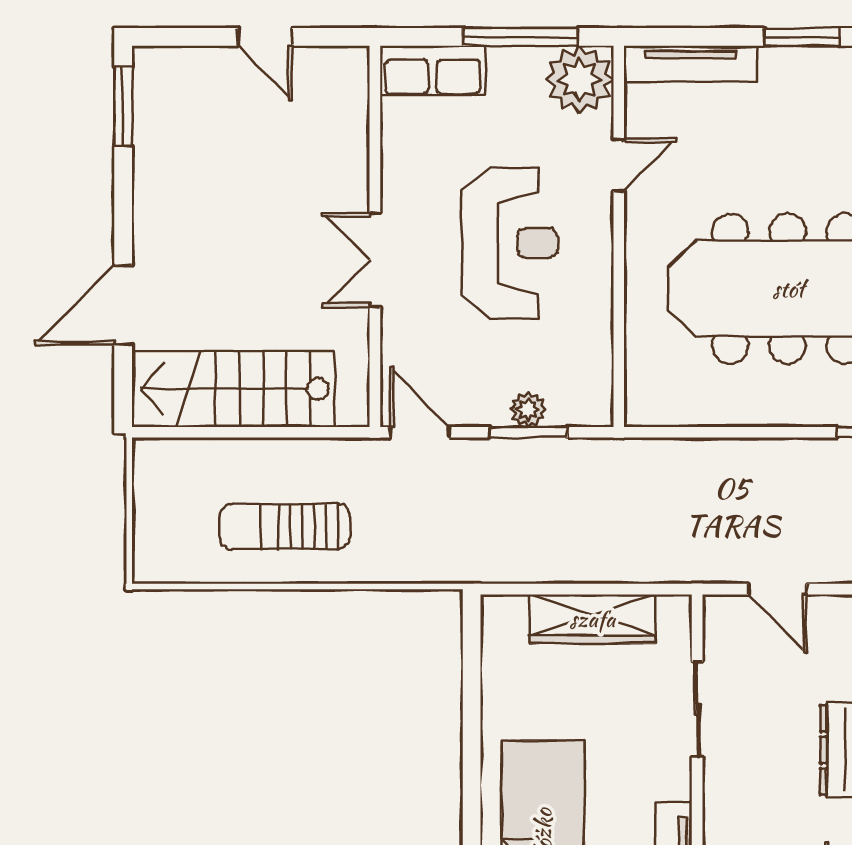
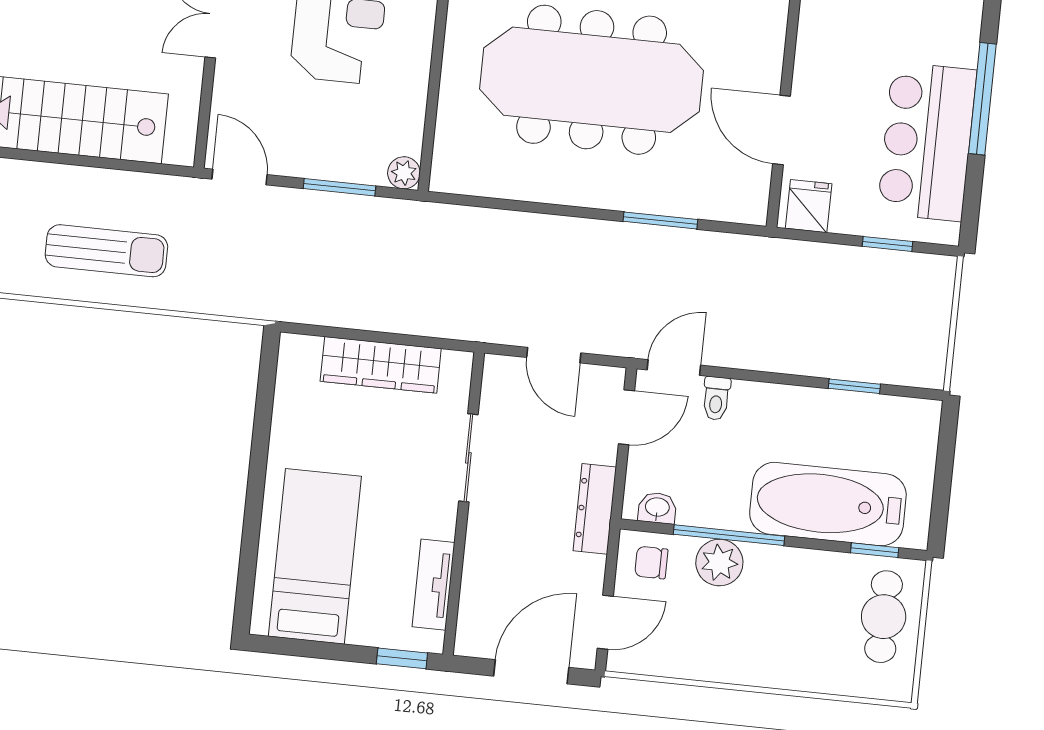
plant: (528, 410) -> (404, 173), moved
sun lounger: (285, 527) -> (106, 251), turned 180

